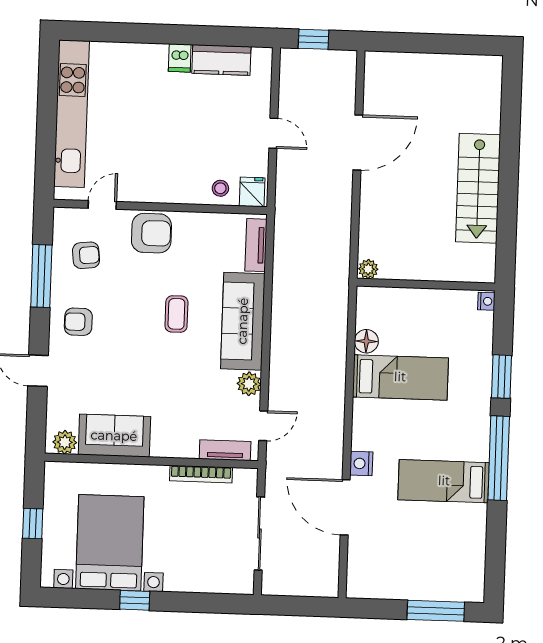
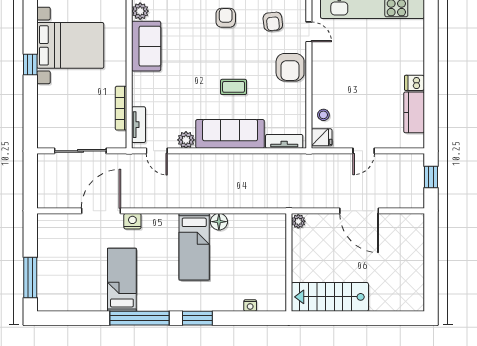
plant: (368, 269) -> (298, 221), moved
wall: (426, 284) -> (289, 262), moved

